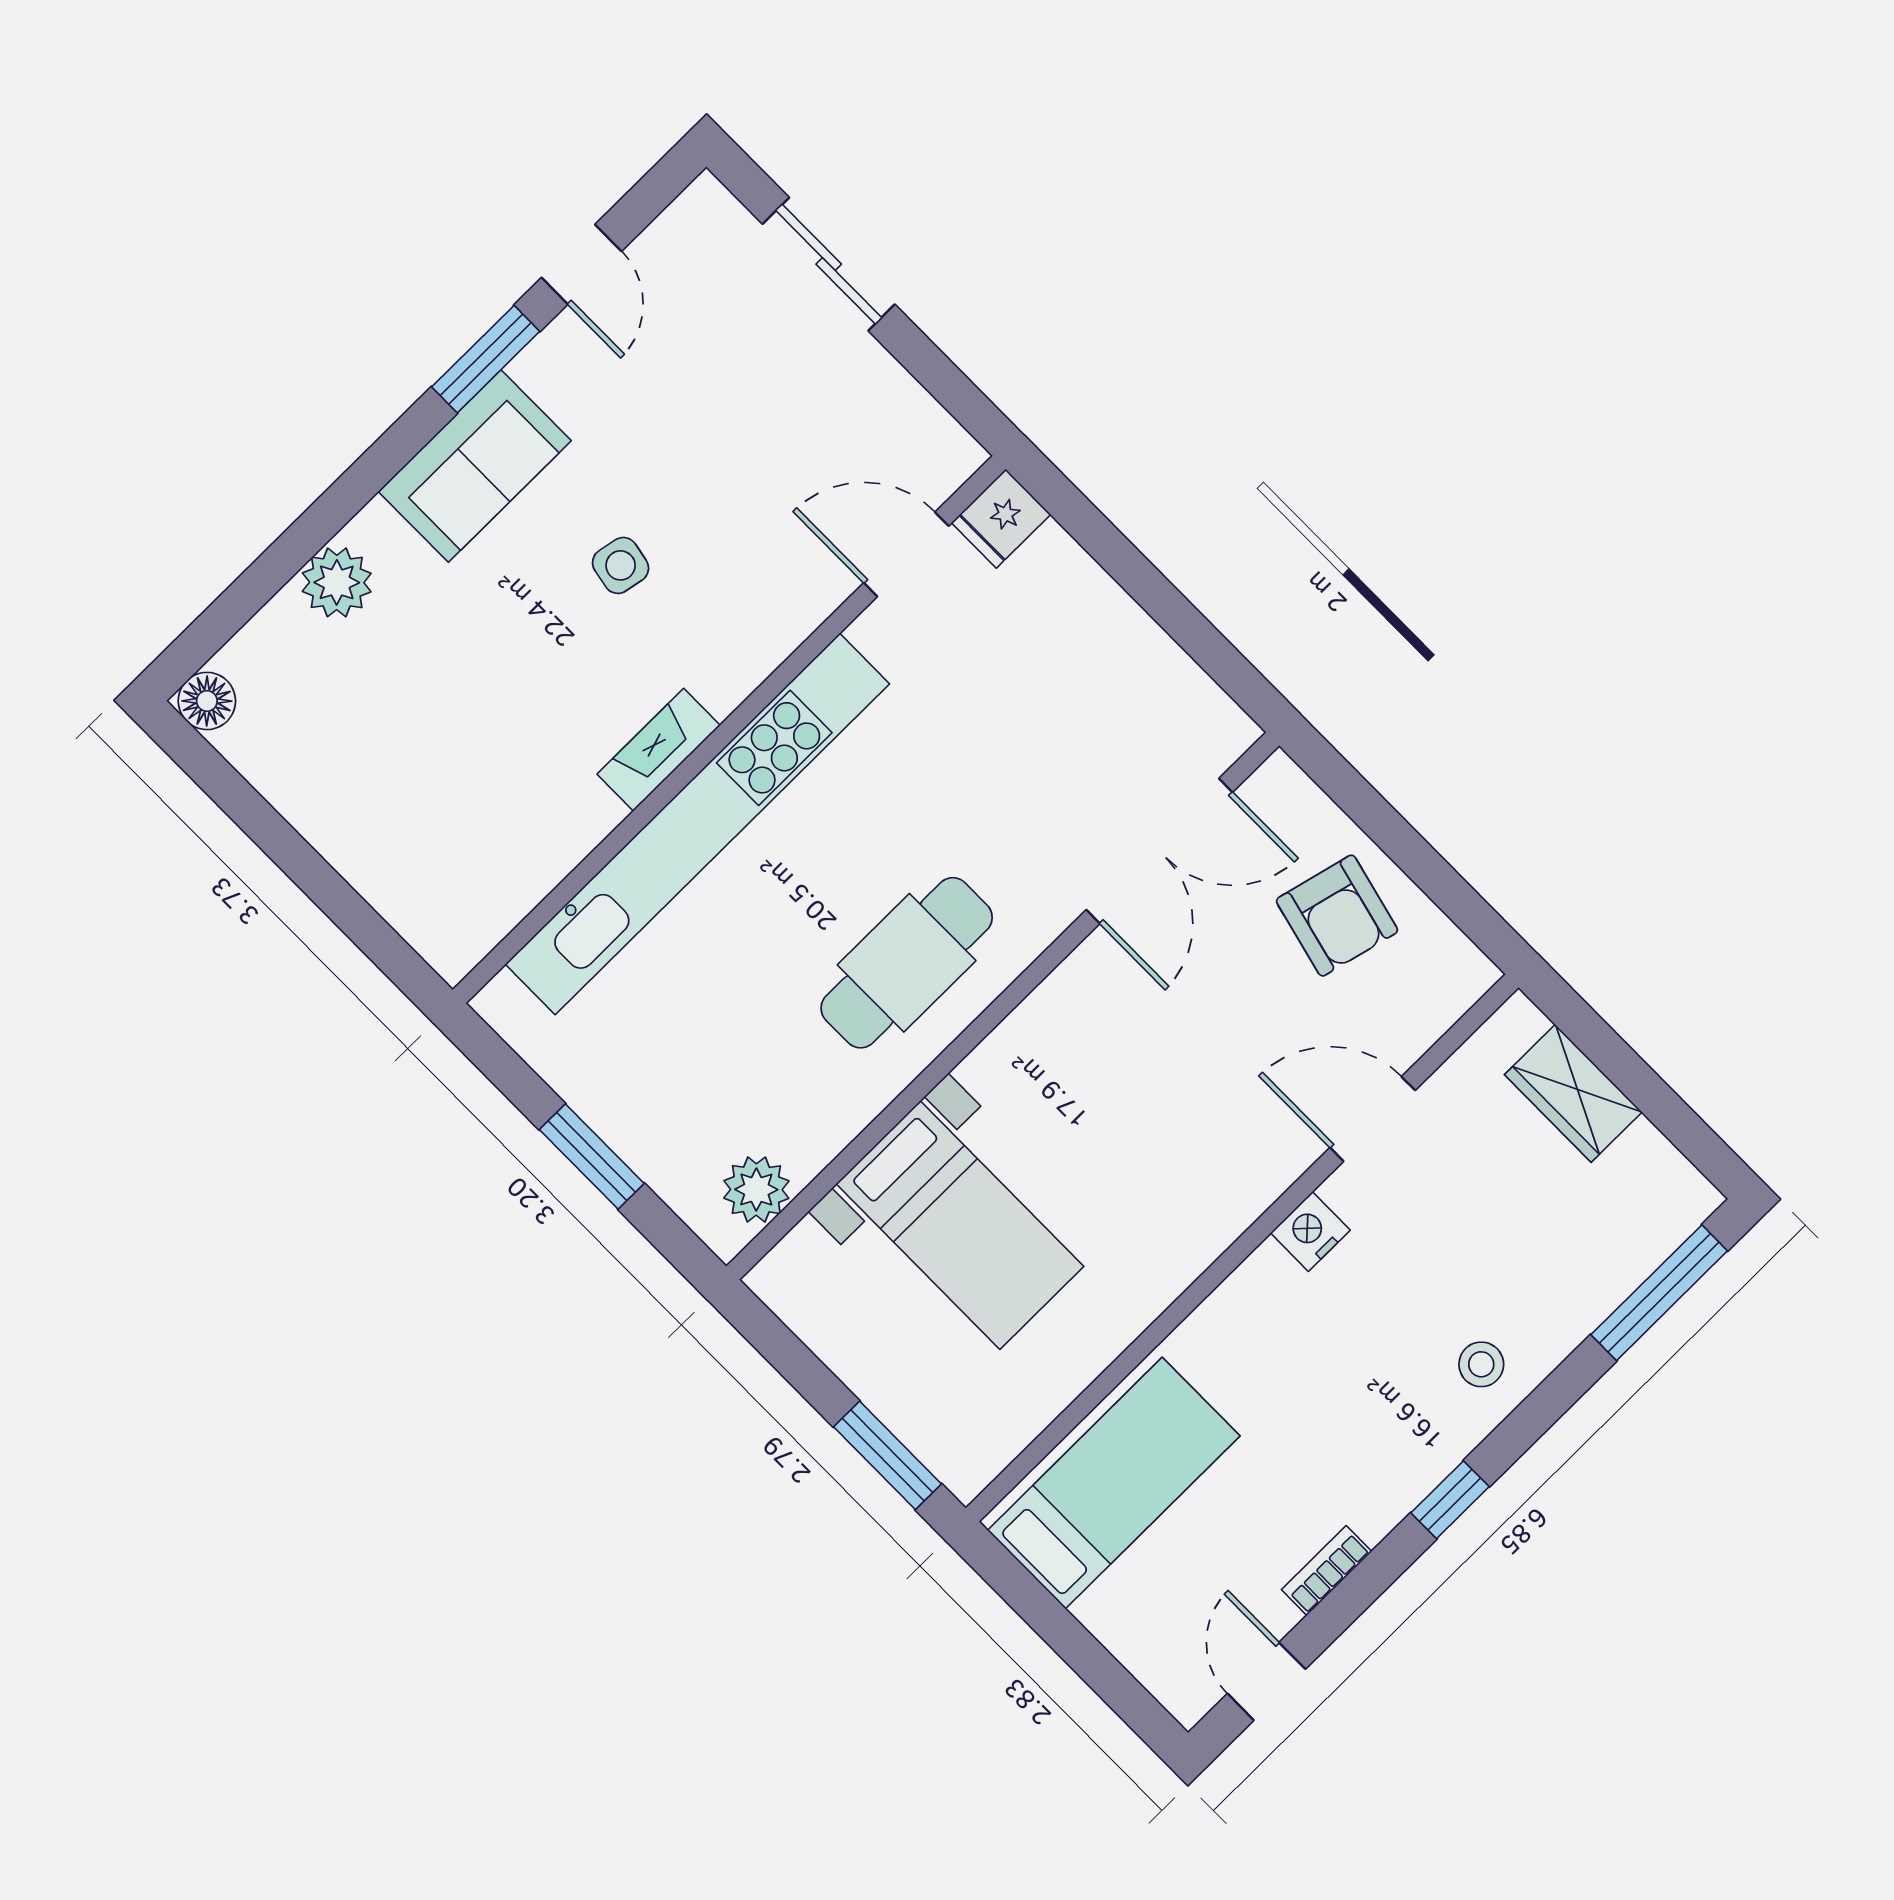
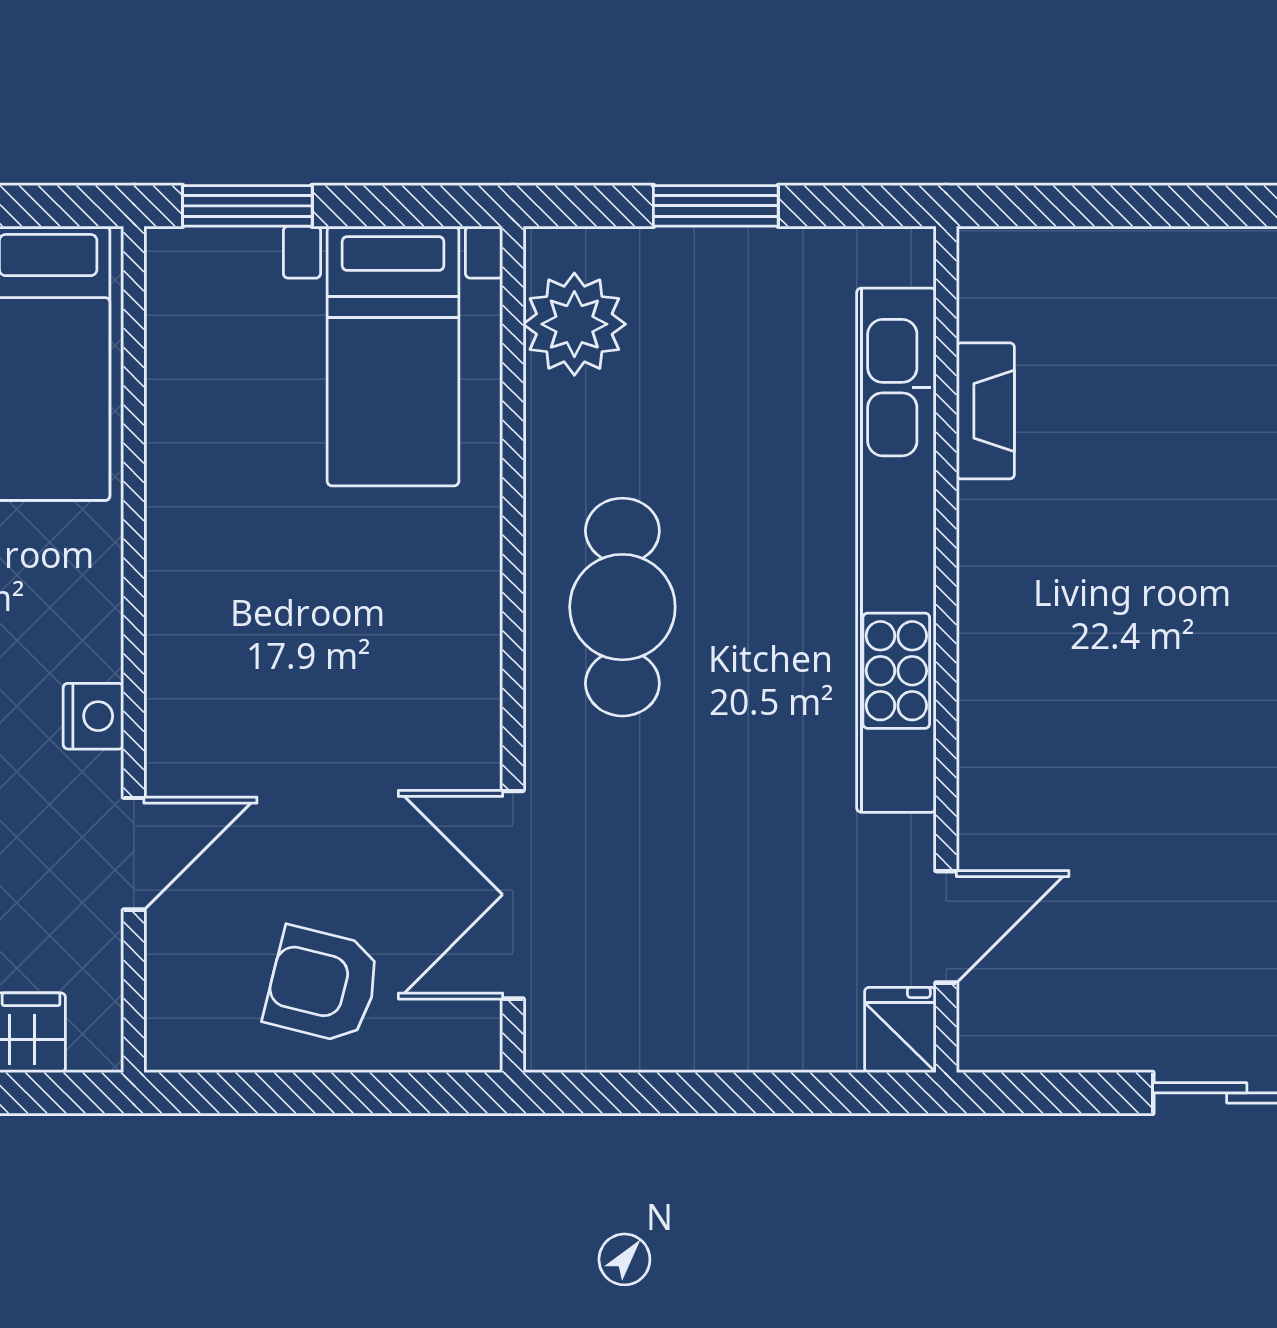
side table: (621, 565) -> (1161, 692), removed
fireplace: (659, 750) -> (985, 411), moved
plant: (756, 1190) -> (574, 324), width x1.36, depth x1.36
bed with nightstands: (960, 1225) -> (393, 356), moved, turned -90

